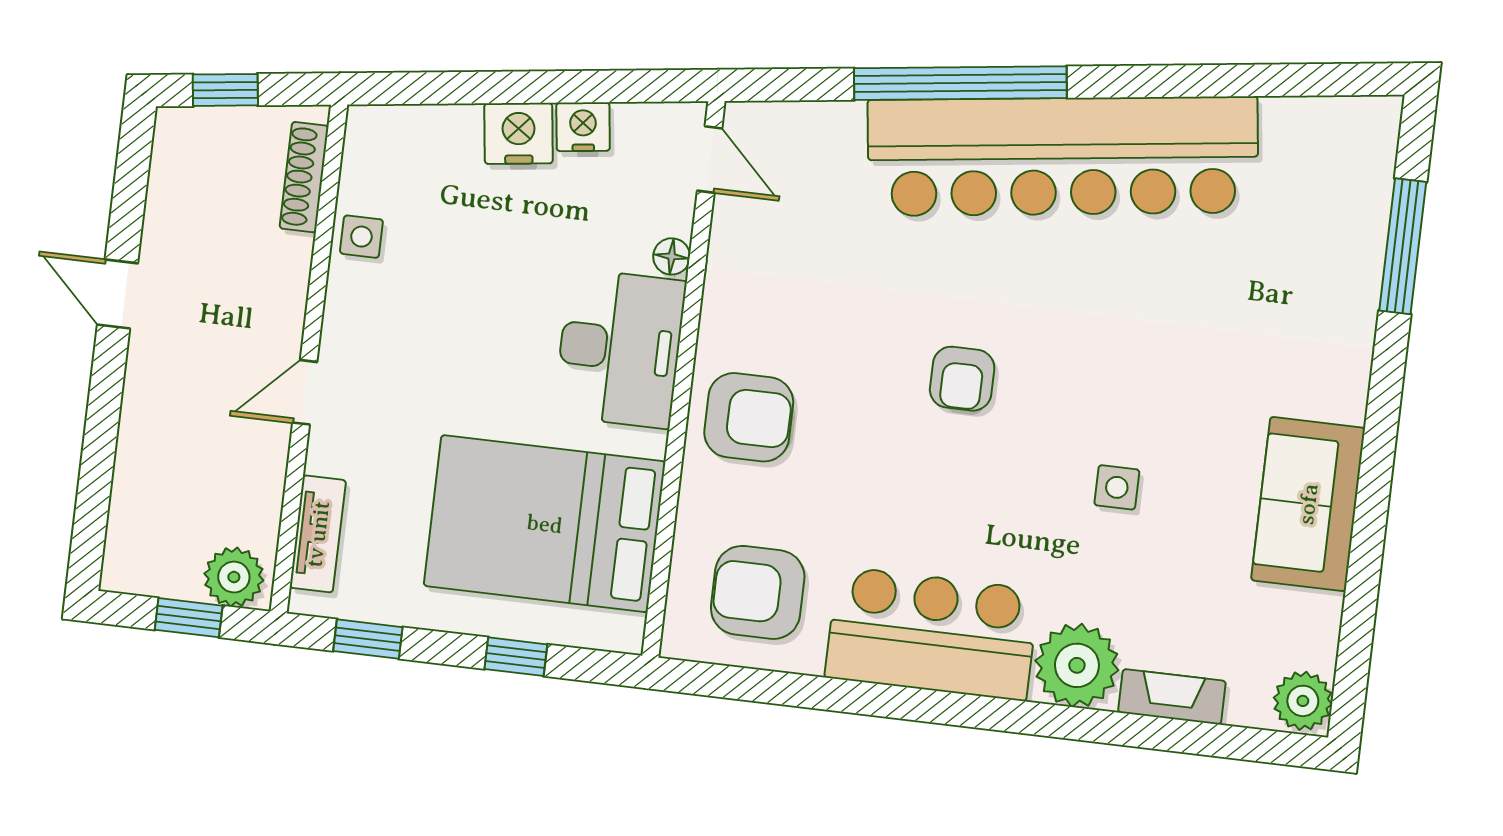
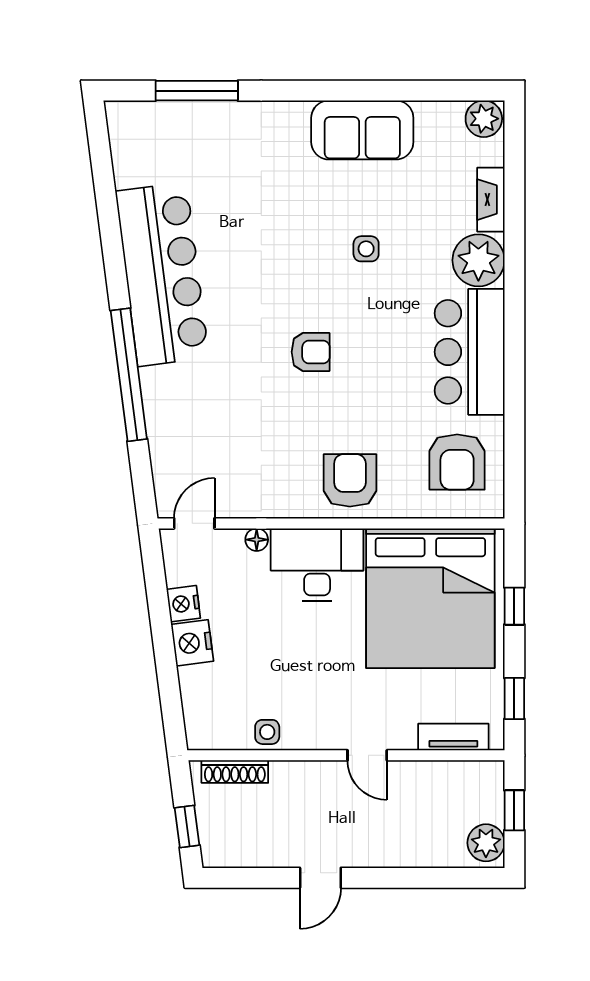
bar counter: (1063, 156) -> (162, 274), width x0.73
bed: (545, 524) -> (430, 598), width x1.36
plant: (234, 577) -> (486, 843), moved

